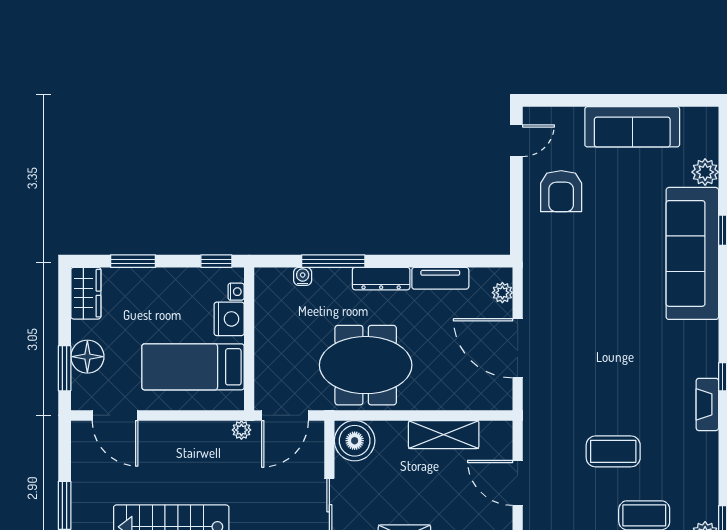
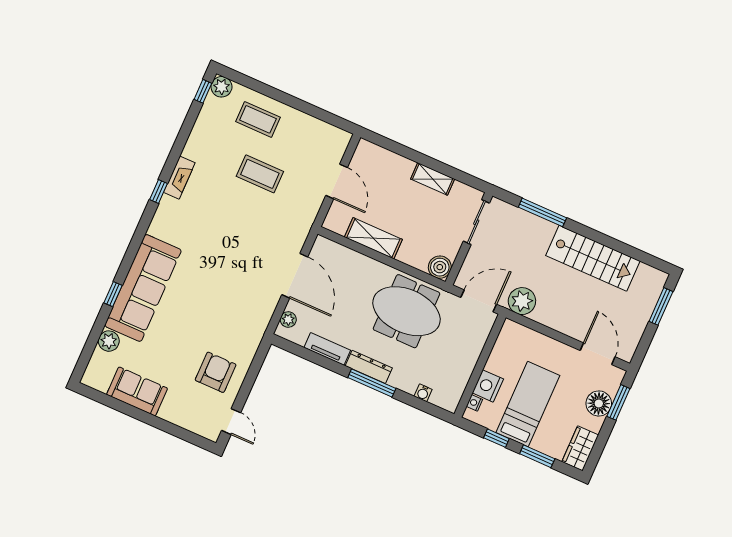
sofa: (632, 127) -> (137, 391), width x0.73
door: (516, 141) -> (231, 422), swing flipped
window: (216, 261) -> (496, 438), moved
window: (333, 261) -> (372, 383), moved
bed: (193, 367) -> (528, 404), moved, turned -90
plant: (241, 430) -> (522, 301), width x1.88, depth x1.88
boiler: (355, 441) -> (440, 267), width x0.73, depth x0.73

